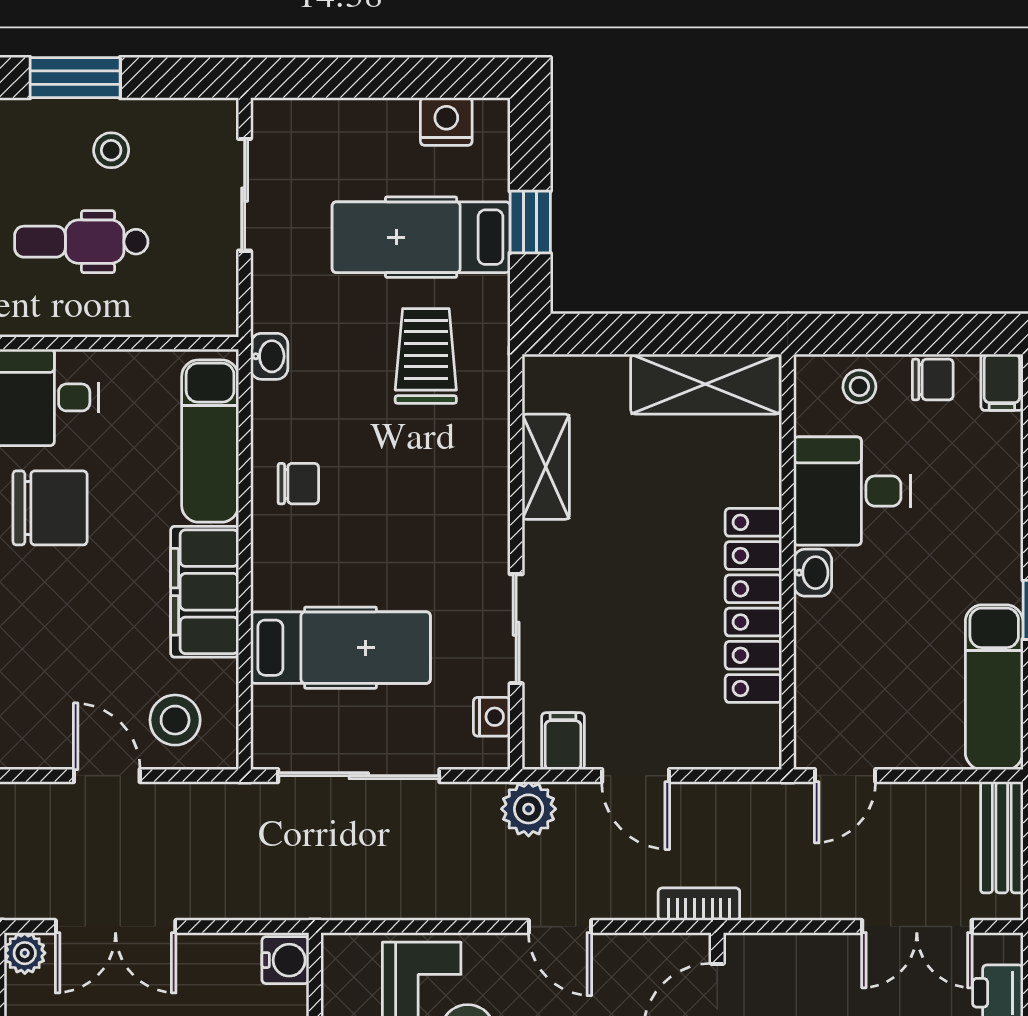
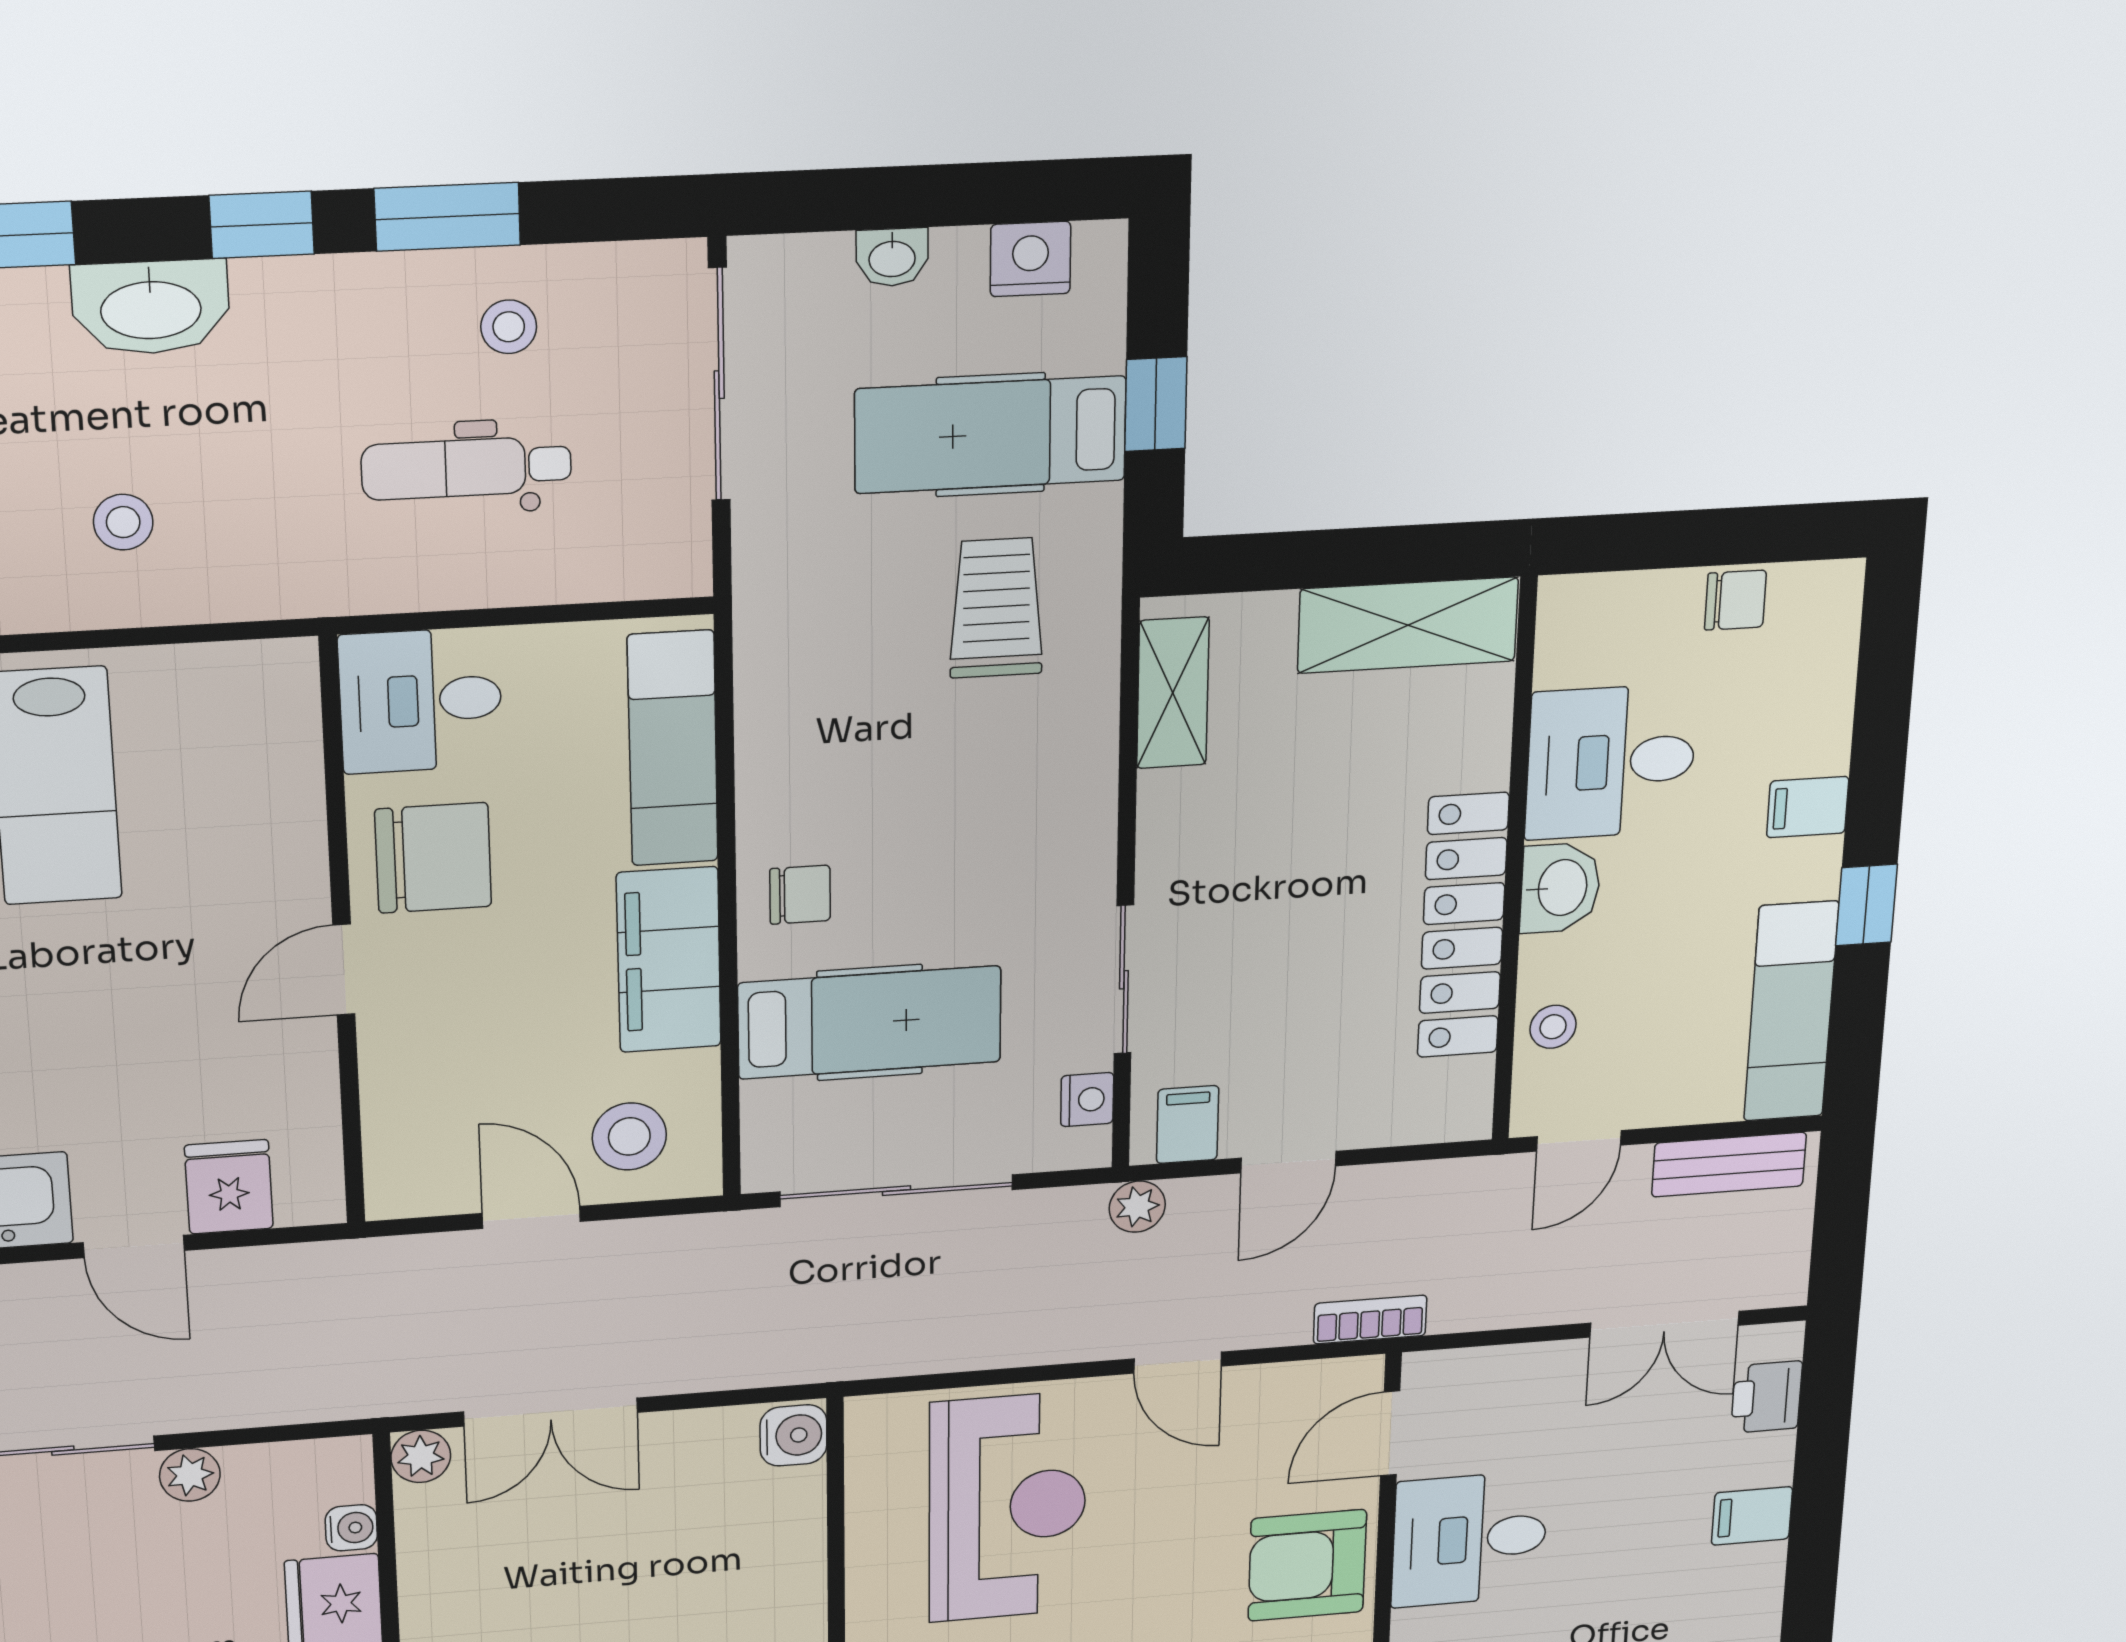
sliding door: (245, 195) -> (719, 385), width x1.37
washbasin: (269, 356) -> (892, 257), moved, turned 90
filing cabinet: (1002, 382) -> (1808, 807), moved, turned 90
stool: (859, 386) -> (1553, 1027), moved
shelving: (546, 467) -> (1173, 693), moved
chair: (298, 484) -> (800, 895), moved
washbasin: (813, 573) -> (1560, 888), width x1.38, depth x1.45
door: (636, 776) -> (1288, 1162), hinge flipped
plant: (529, 809) -> (1137, 1207), width x0.73, depth x0.73
bench: (1002, 837) -> (1729, 1165), moved, turned 90

